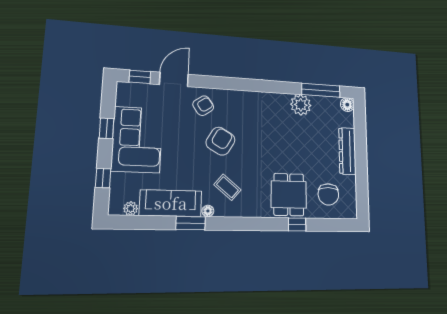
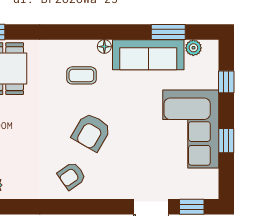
armchair: (203, 106) -> (72, 176), moved
coffee table: (227, 187) -> (81, 75), turned -40
window: (191, 223) -> (168, 32), moved

